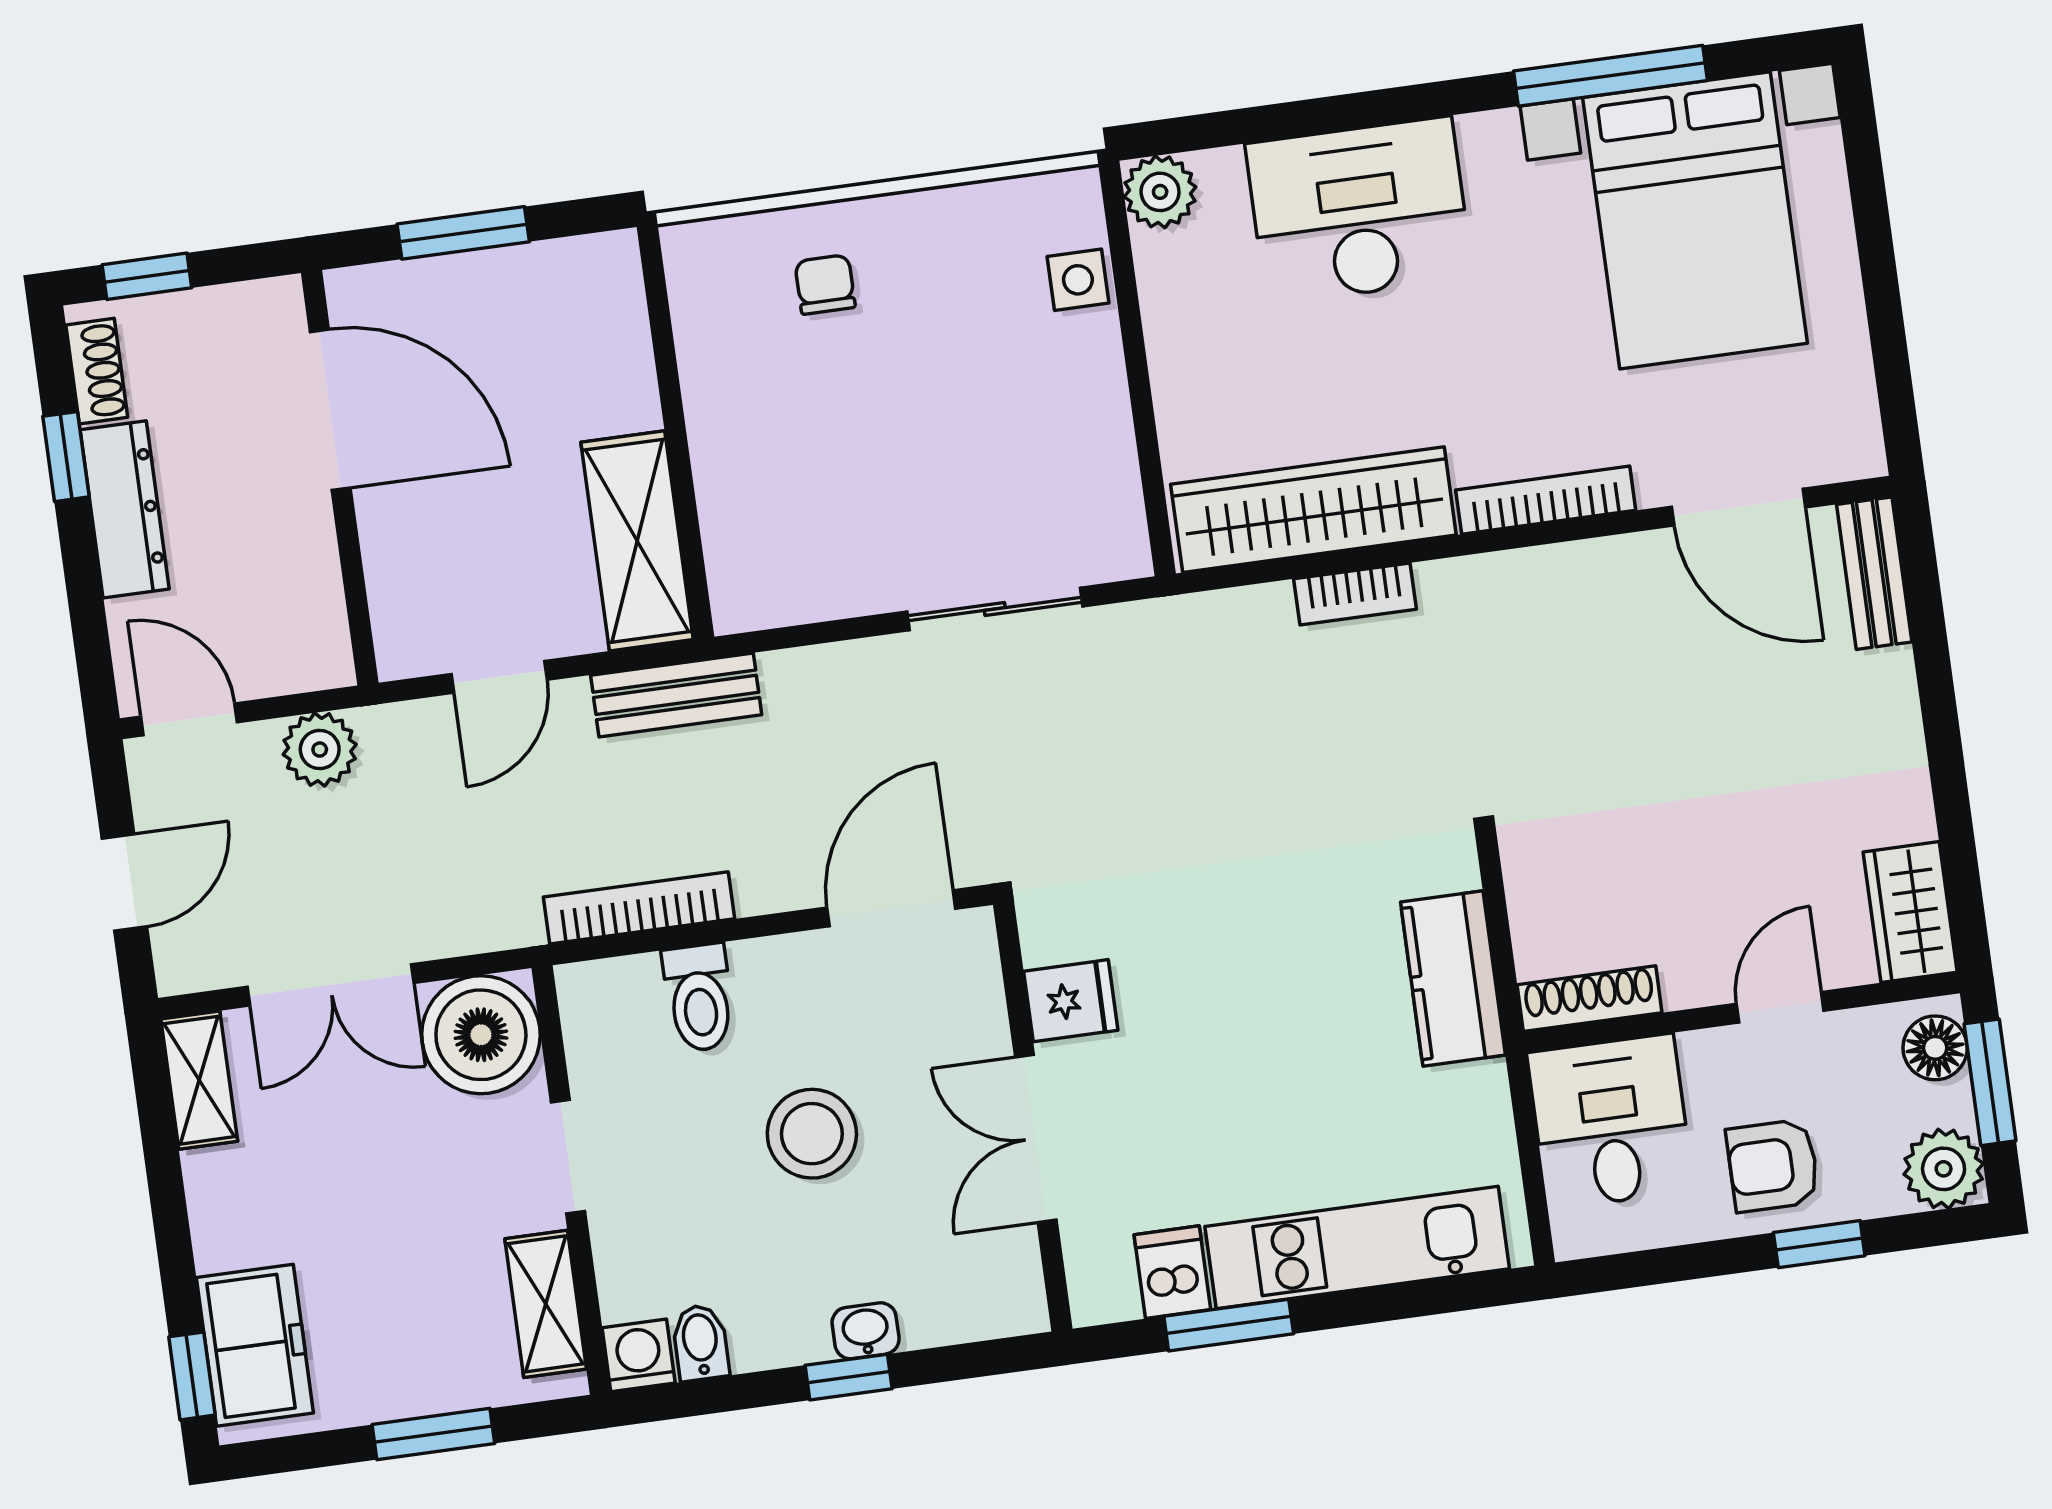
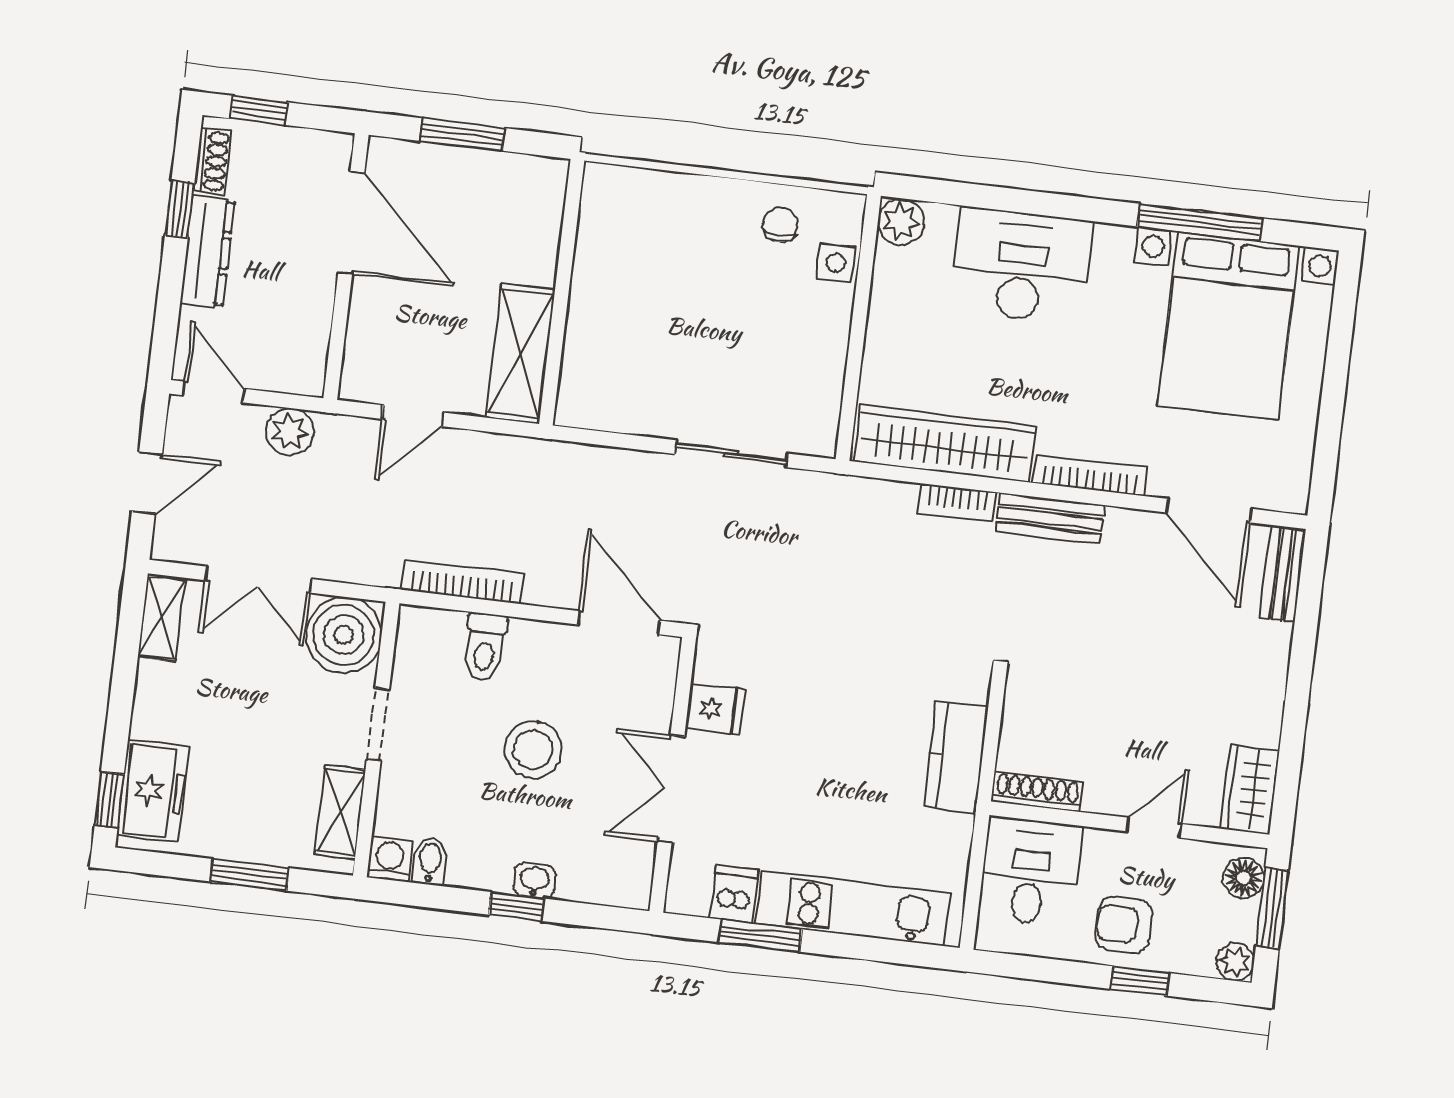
chair: (825, 285) -> (780, 225), moved
bench: (676, 695) -> (1050, 519), moved
door: (891, 908) -> (619, 623), hinge flipped
plant: (1944, 1169) -> (1235, 962), width x0.73, depth x0.73

